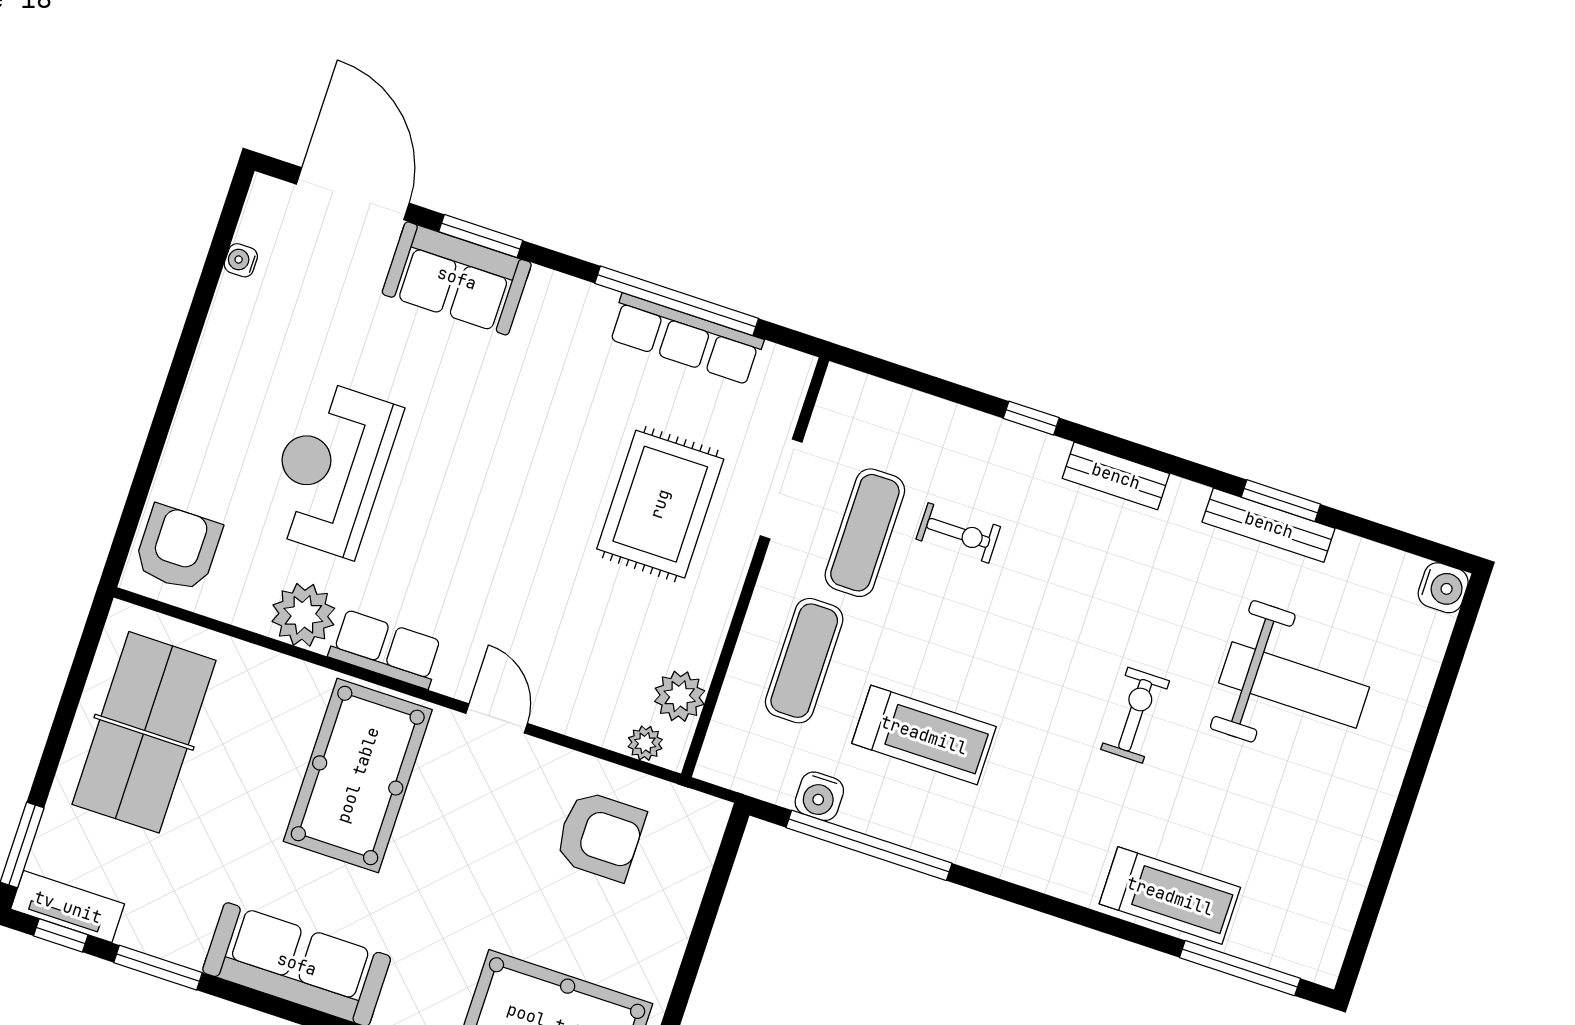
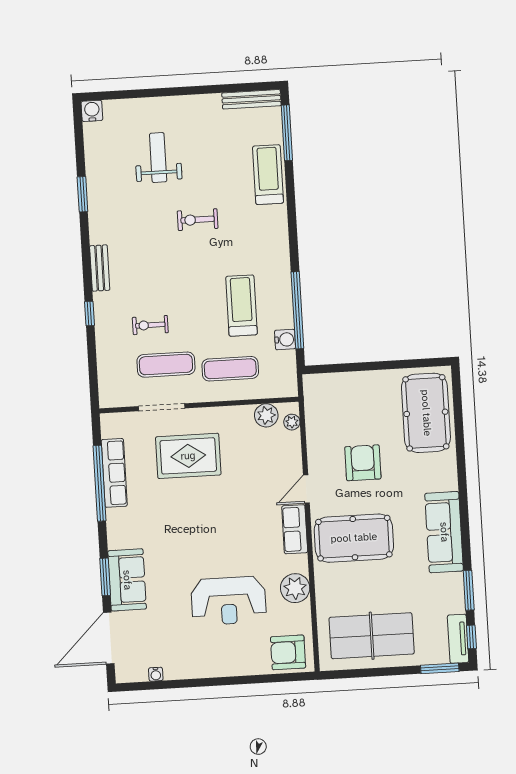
bench: (1269, 525) -> (251, 99), moved, turned 90
exercise bike: (958, 533) -> (150, 325), turned -90
row of seats: (386, 649) -> (295, 529), moved
weight bench: (1294, 685) -> (158, 158), width x0.73, depth x0.75
armchair: (600, 836) -> (363, 463), moved

